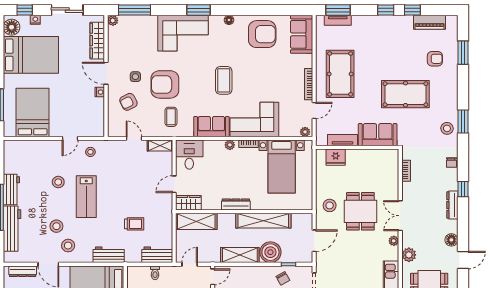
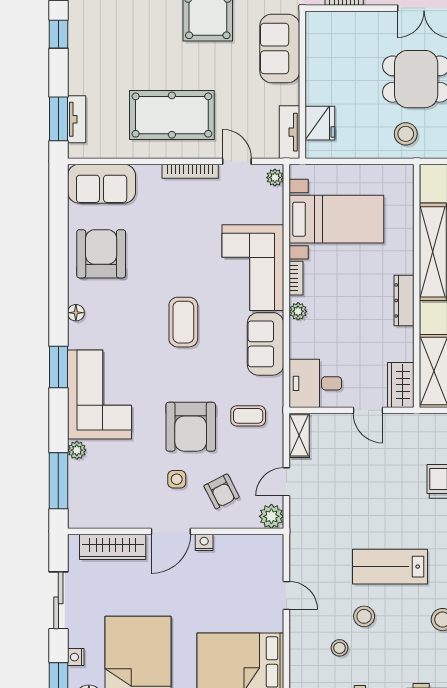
plant: (113, 20) -> (77, 450), moved
coffee table: (224, 80) -> (183, 322), turned 90
plant: (114, 130) -> (271, 516), added
tv unit: (342, 140) -> (290, 132), moved
stool: (90, 152) -> (340, 648), moved
lab bench: (86, 197) -> (390, 567), turned 180

